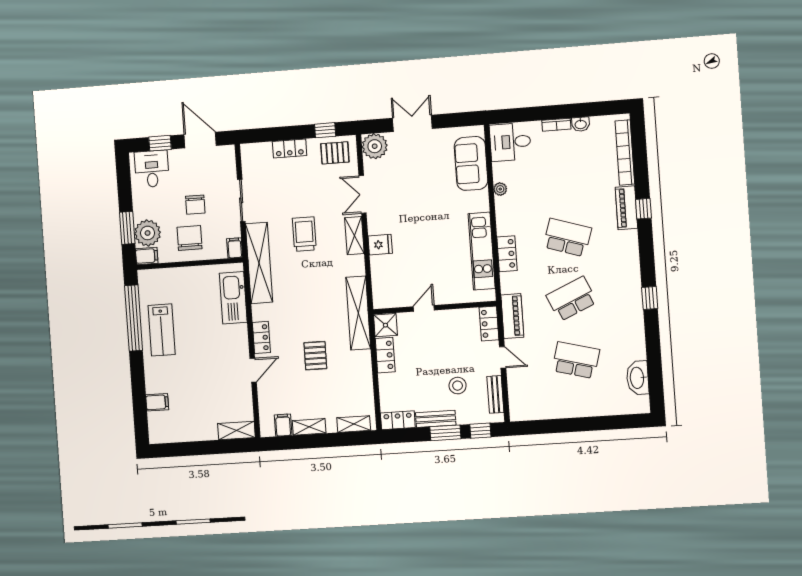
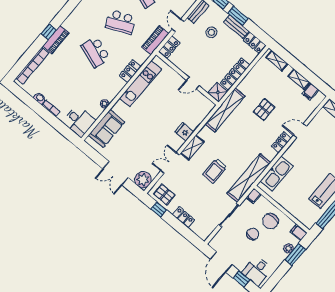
double door: (363, 194) -> (170, 163), swing flipped
plant: (148, 233) -> (288, 248), width x0.53, depth x0.53
locker: (385, 355) -> (235, 74), width x1.53

